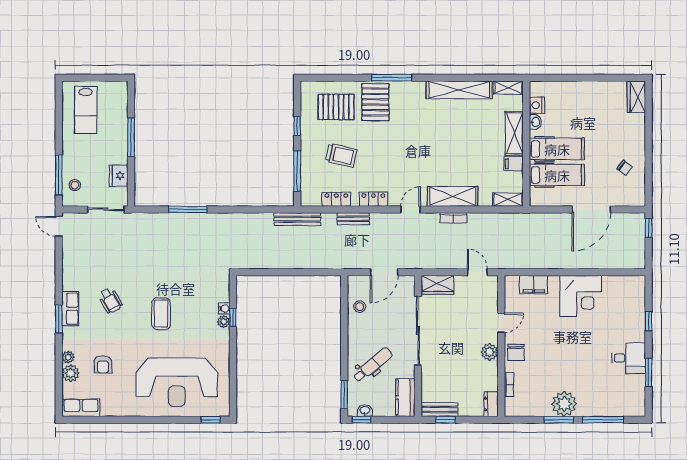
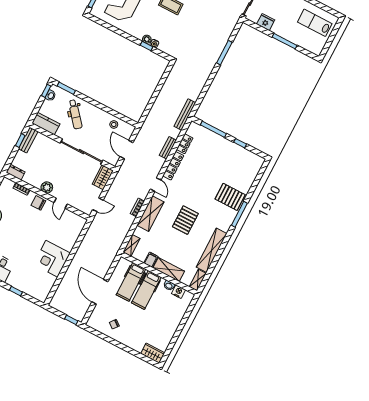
pallet: (336, 107) -> (185, 220), moved
trolley: (341, 155) -> (209, 160), removed
locker: (373, 199) -> (173, 166), width x1.53
filing cabinet: (534, 285) -> (73, 234), removed

